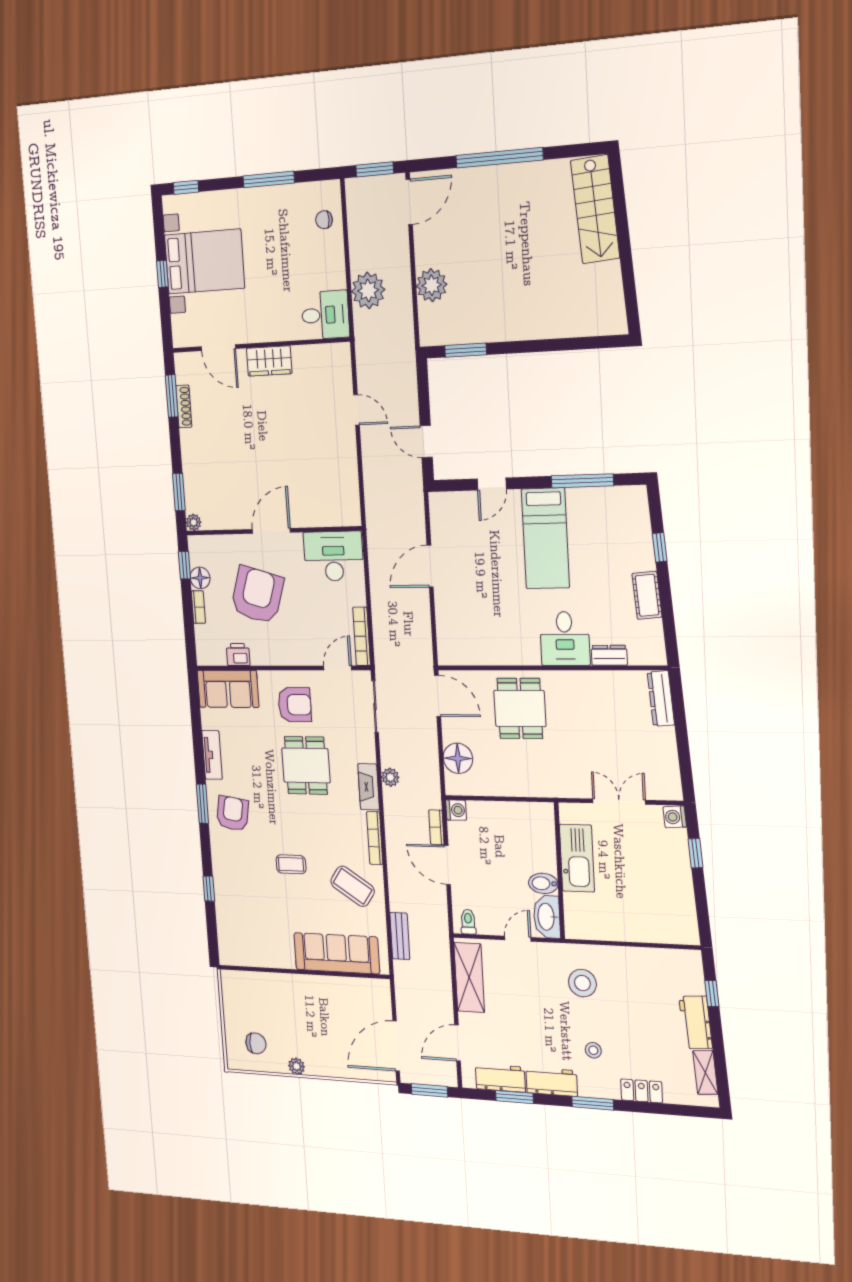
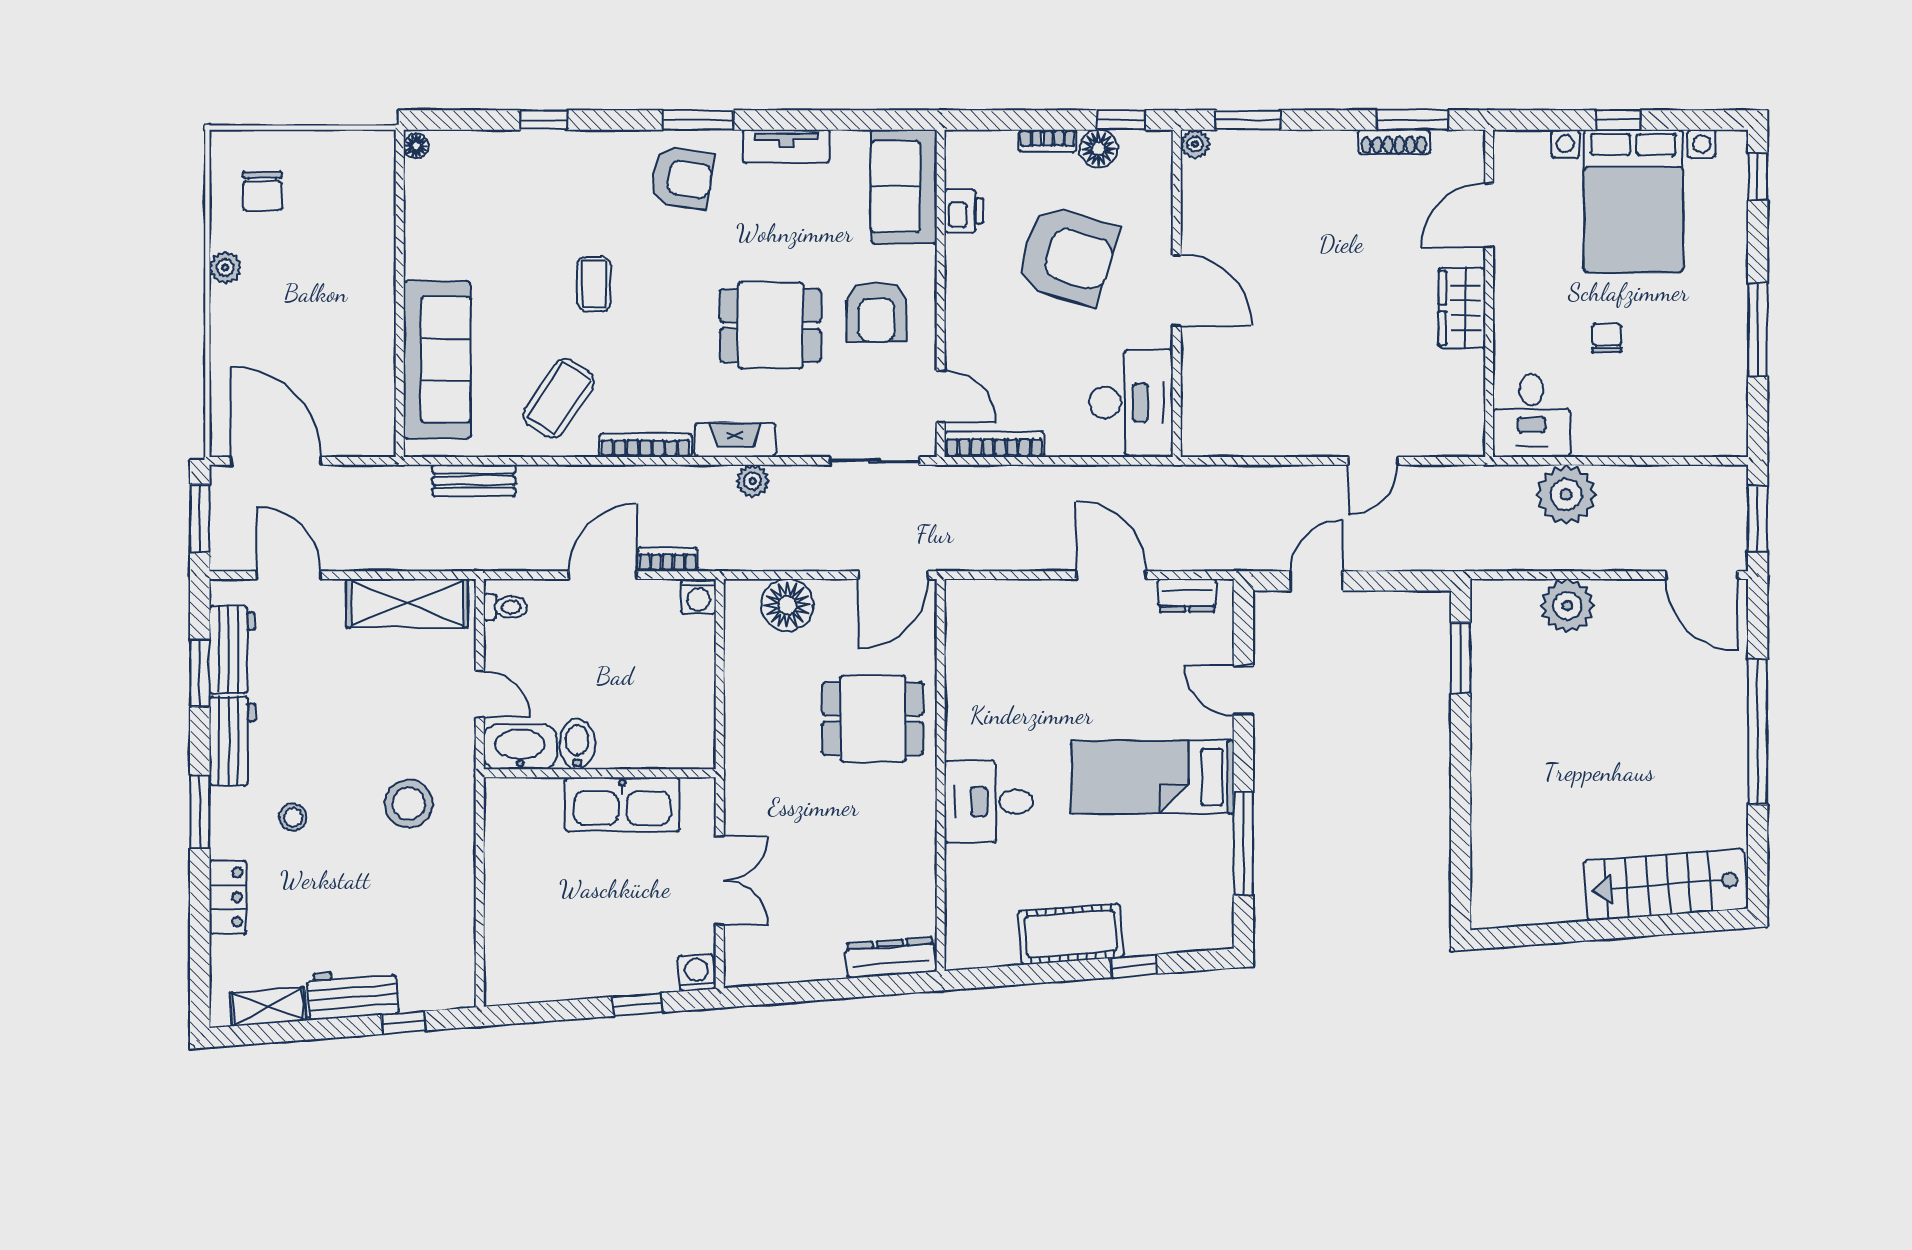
chair: (324, 220) -> (1607, 338), moved
cot: (647, 595) -> (1071, 934), width x1.37, depth x1.34
dresser: (609, 655) -> (1187, 596), moved, turned 90
floor lamp: (227, 959) -> (416, 146), added

